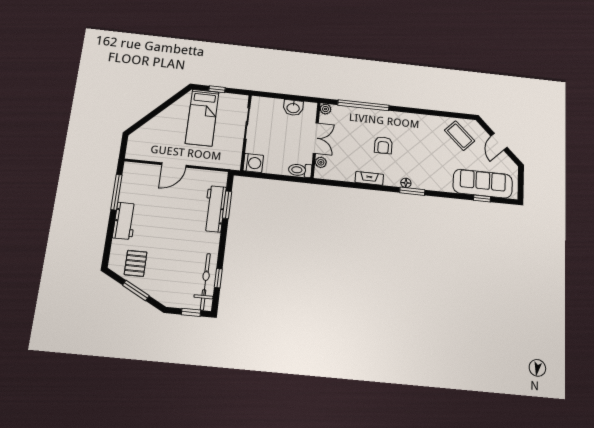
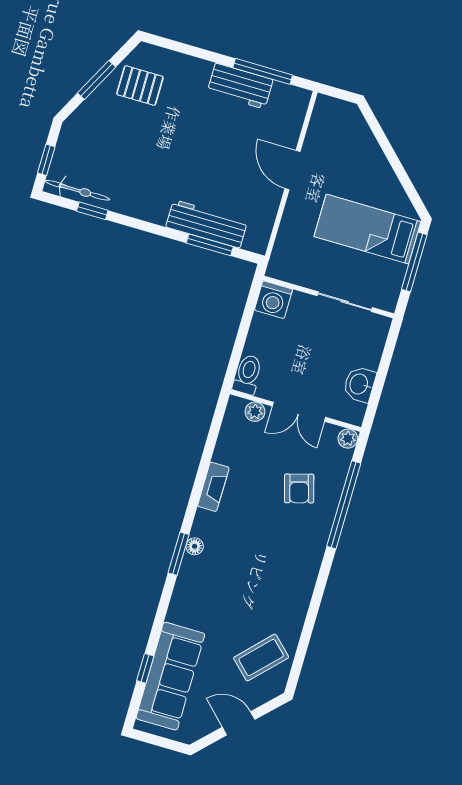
window: (217, 89) -> (414, 262), width x2.17
armchair: (383, 145) -> (299, 489), moved, turned -106
workbench: (125, 221) -> (240, 86), moved
bicycle: (205, 282) -> (77, 190), width x0.73, depth x0.71

